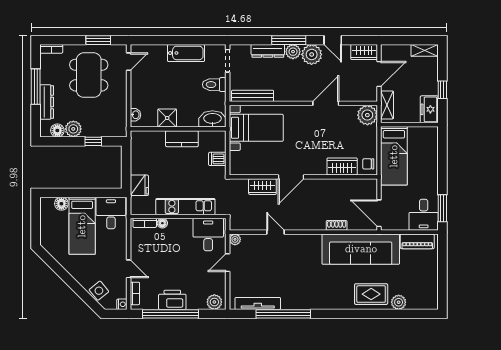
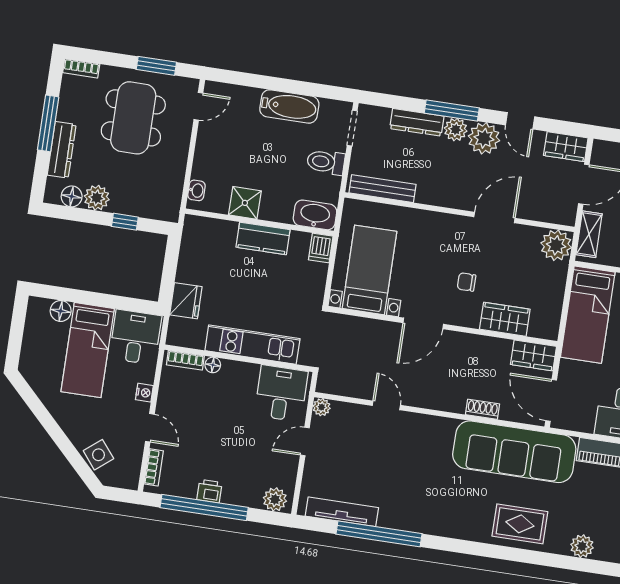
bed with nightstands: (256, 128) -> (369, 270), moved, turned -90
dishwasher: (217, 159) -> (321, 248), moved, turned -90
chair: (368, 164) -> (467, 282), moved
wardrobe: (262, 187) -> (533, 355), moved
printer: (172, 300) -> (209, 491), width x0.53, depth x0.68
plant: (399, 302) -> (582, 546), moved
nightstand: (122, 304) -> (144, 393), moved

